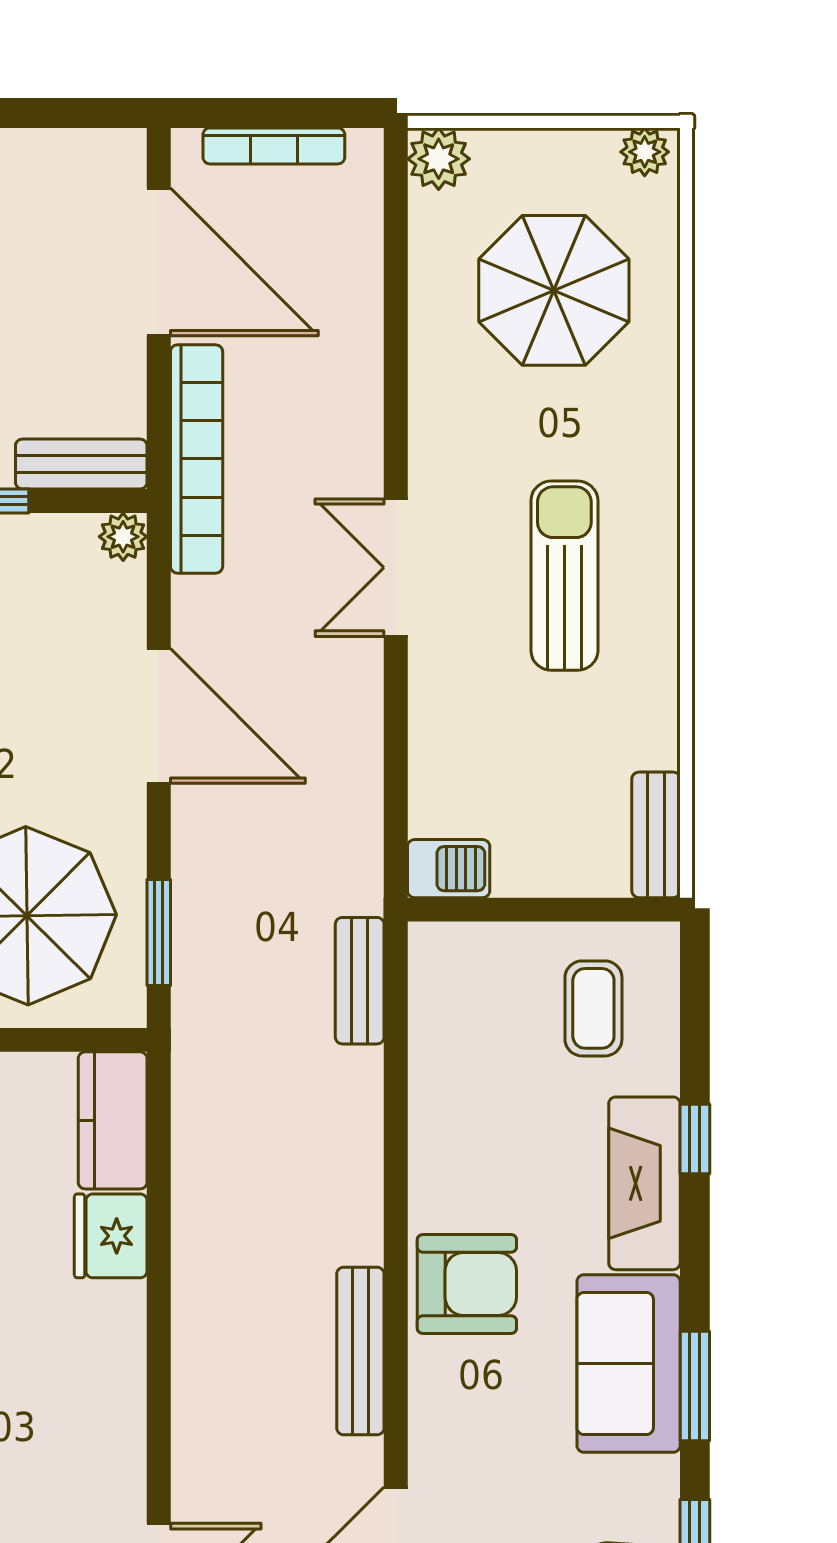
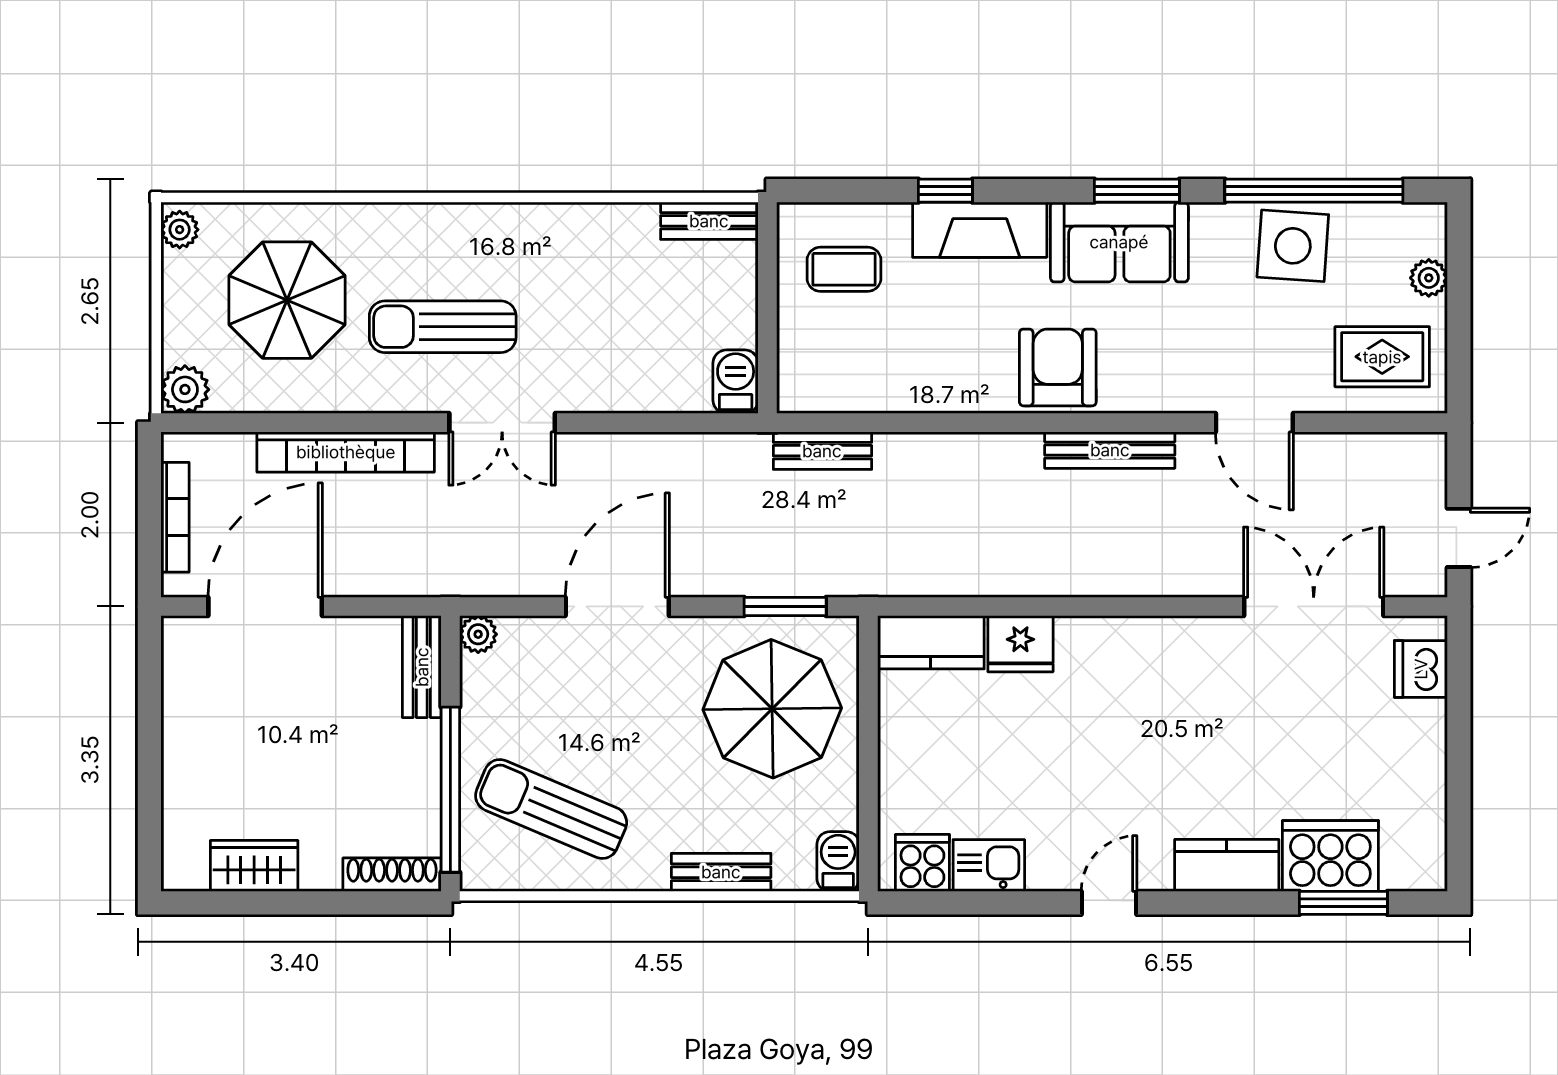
bookcase: (197, 459) -> (346, 452), moved, turned 180
sun lounger: (564, 576) -> (443, 327), moved

